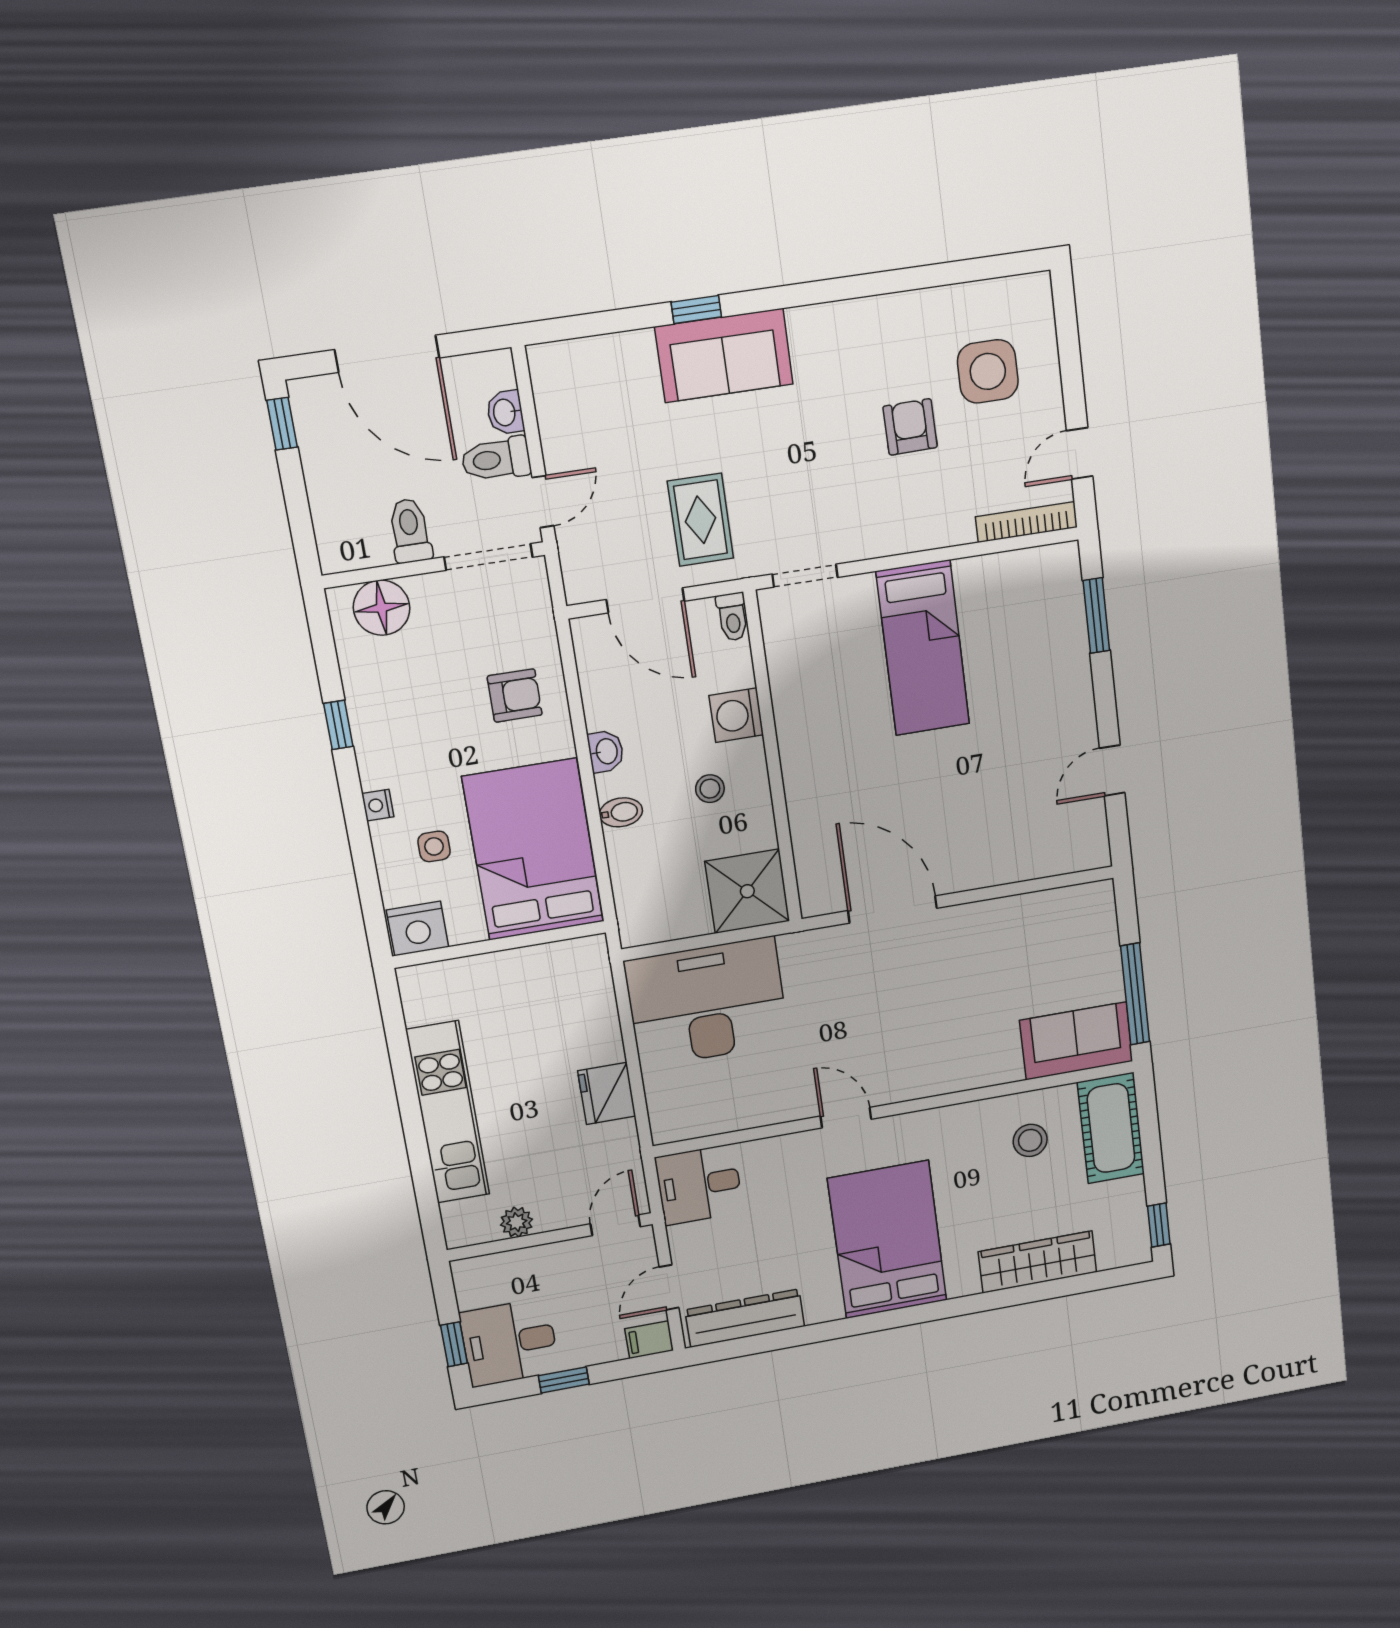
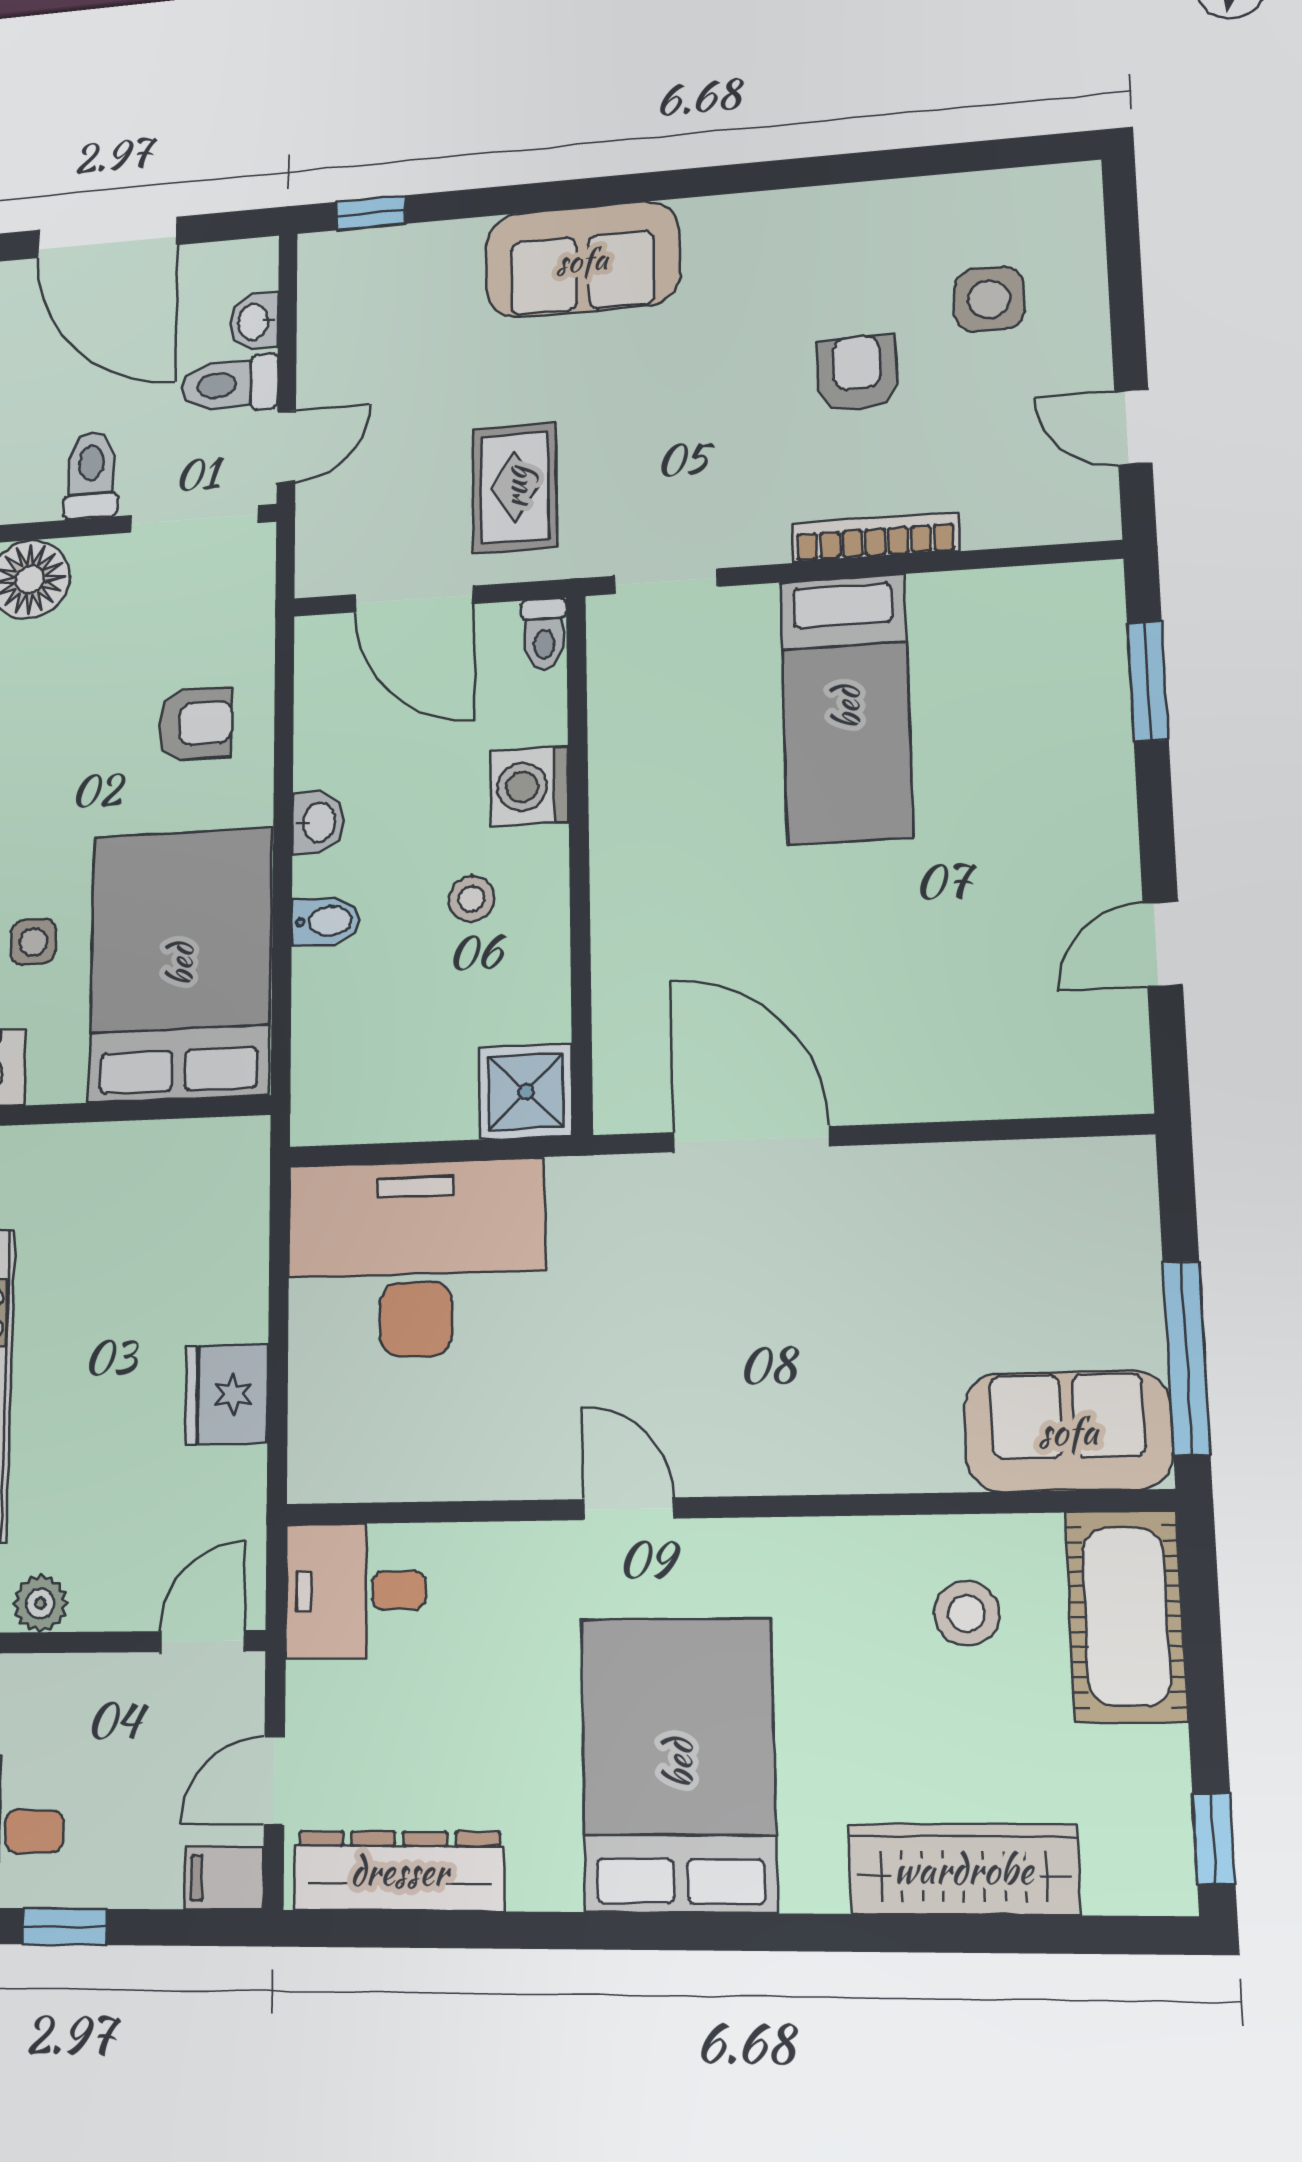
window: (696, 309) -> (371, 213), moved
side table: (988, 371) -> (989, 299), width x0.73, depth x0.73
door: (1080, 453) -> (1133, 427), hinge flipped
bookcase: (1027, 522) -> (875, 537), moved
shower: (747, 891) -> (526, 1092), width x0.73, depth x0.73

